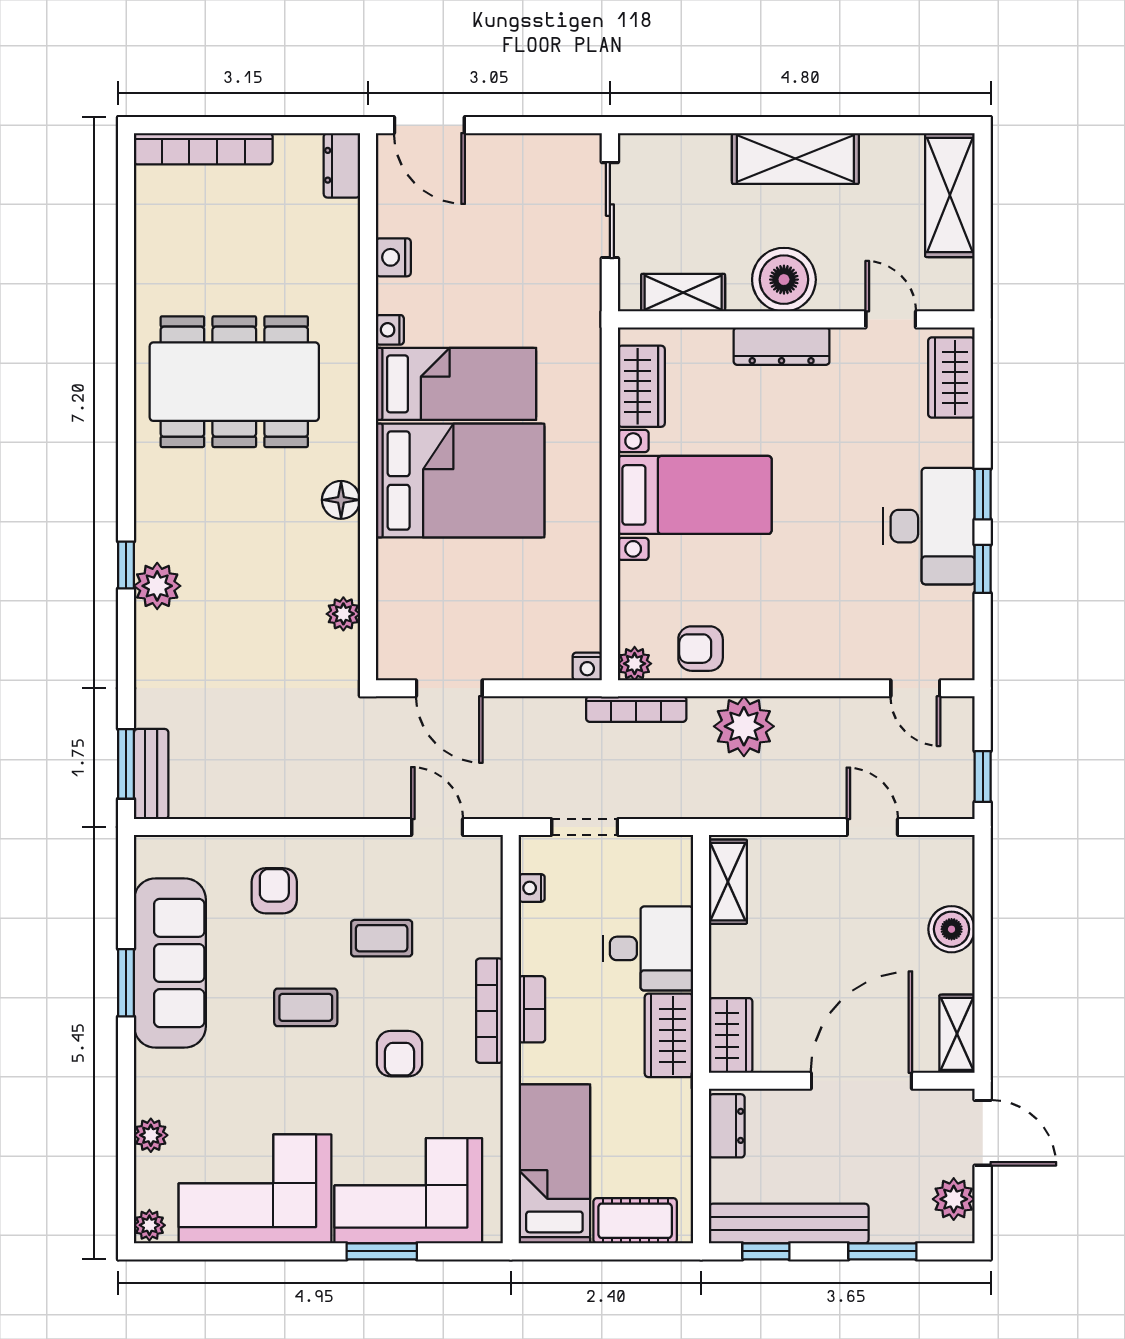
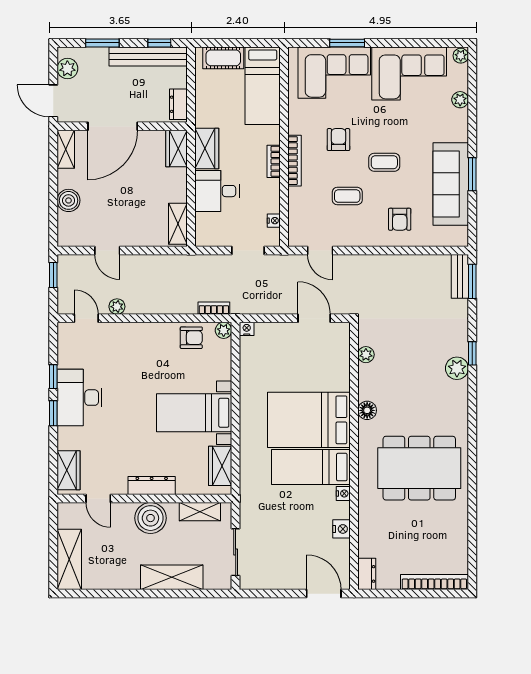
shelving: (795, 158) -> (172, 577), moved
window: (126, 565) -> (472, 353), moved
bookcase: (636, 709) -> (214, 308), width x0.64
plant: (744, 726) -> (117, 307), moved, width x0.53, depth x0.53

